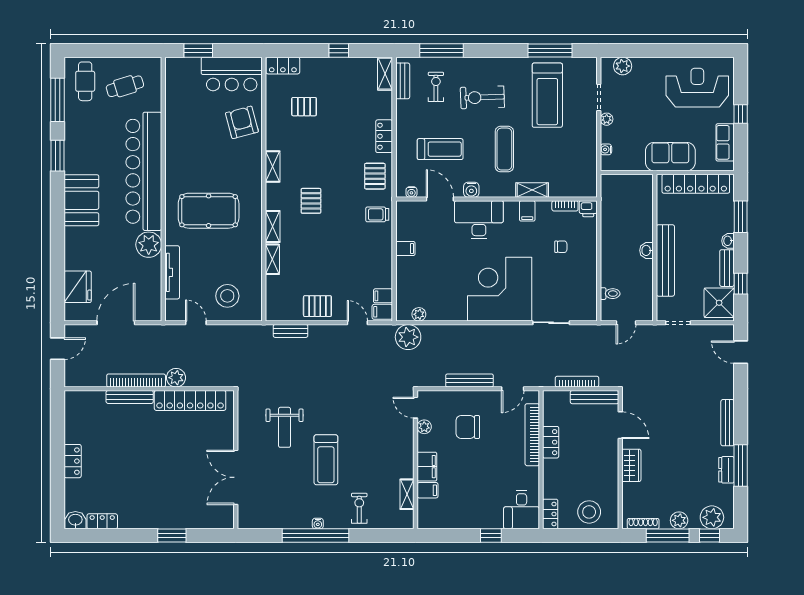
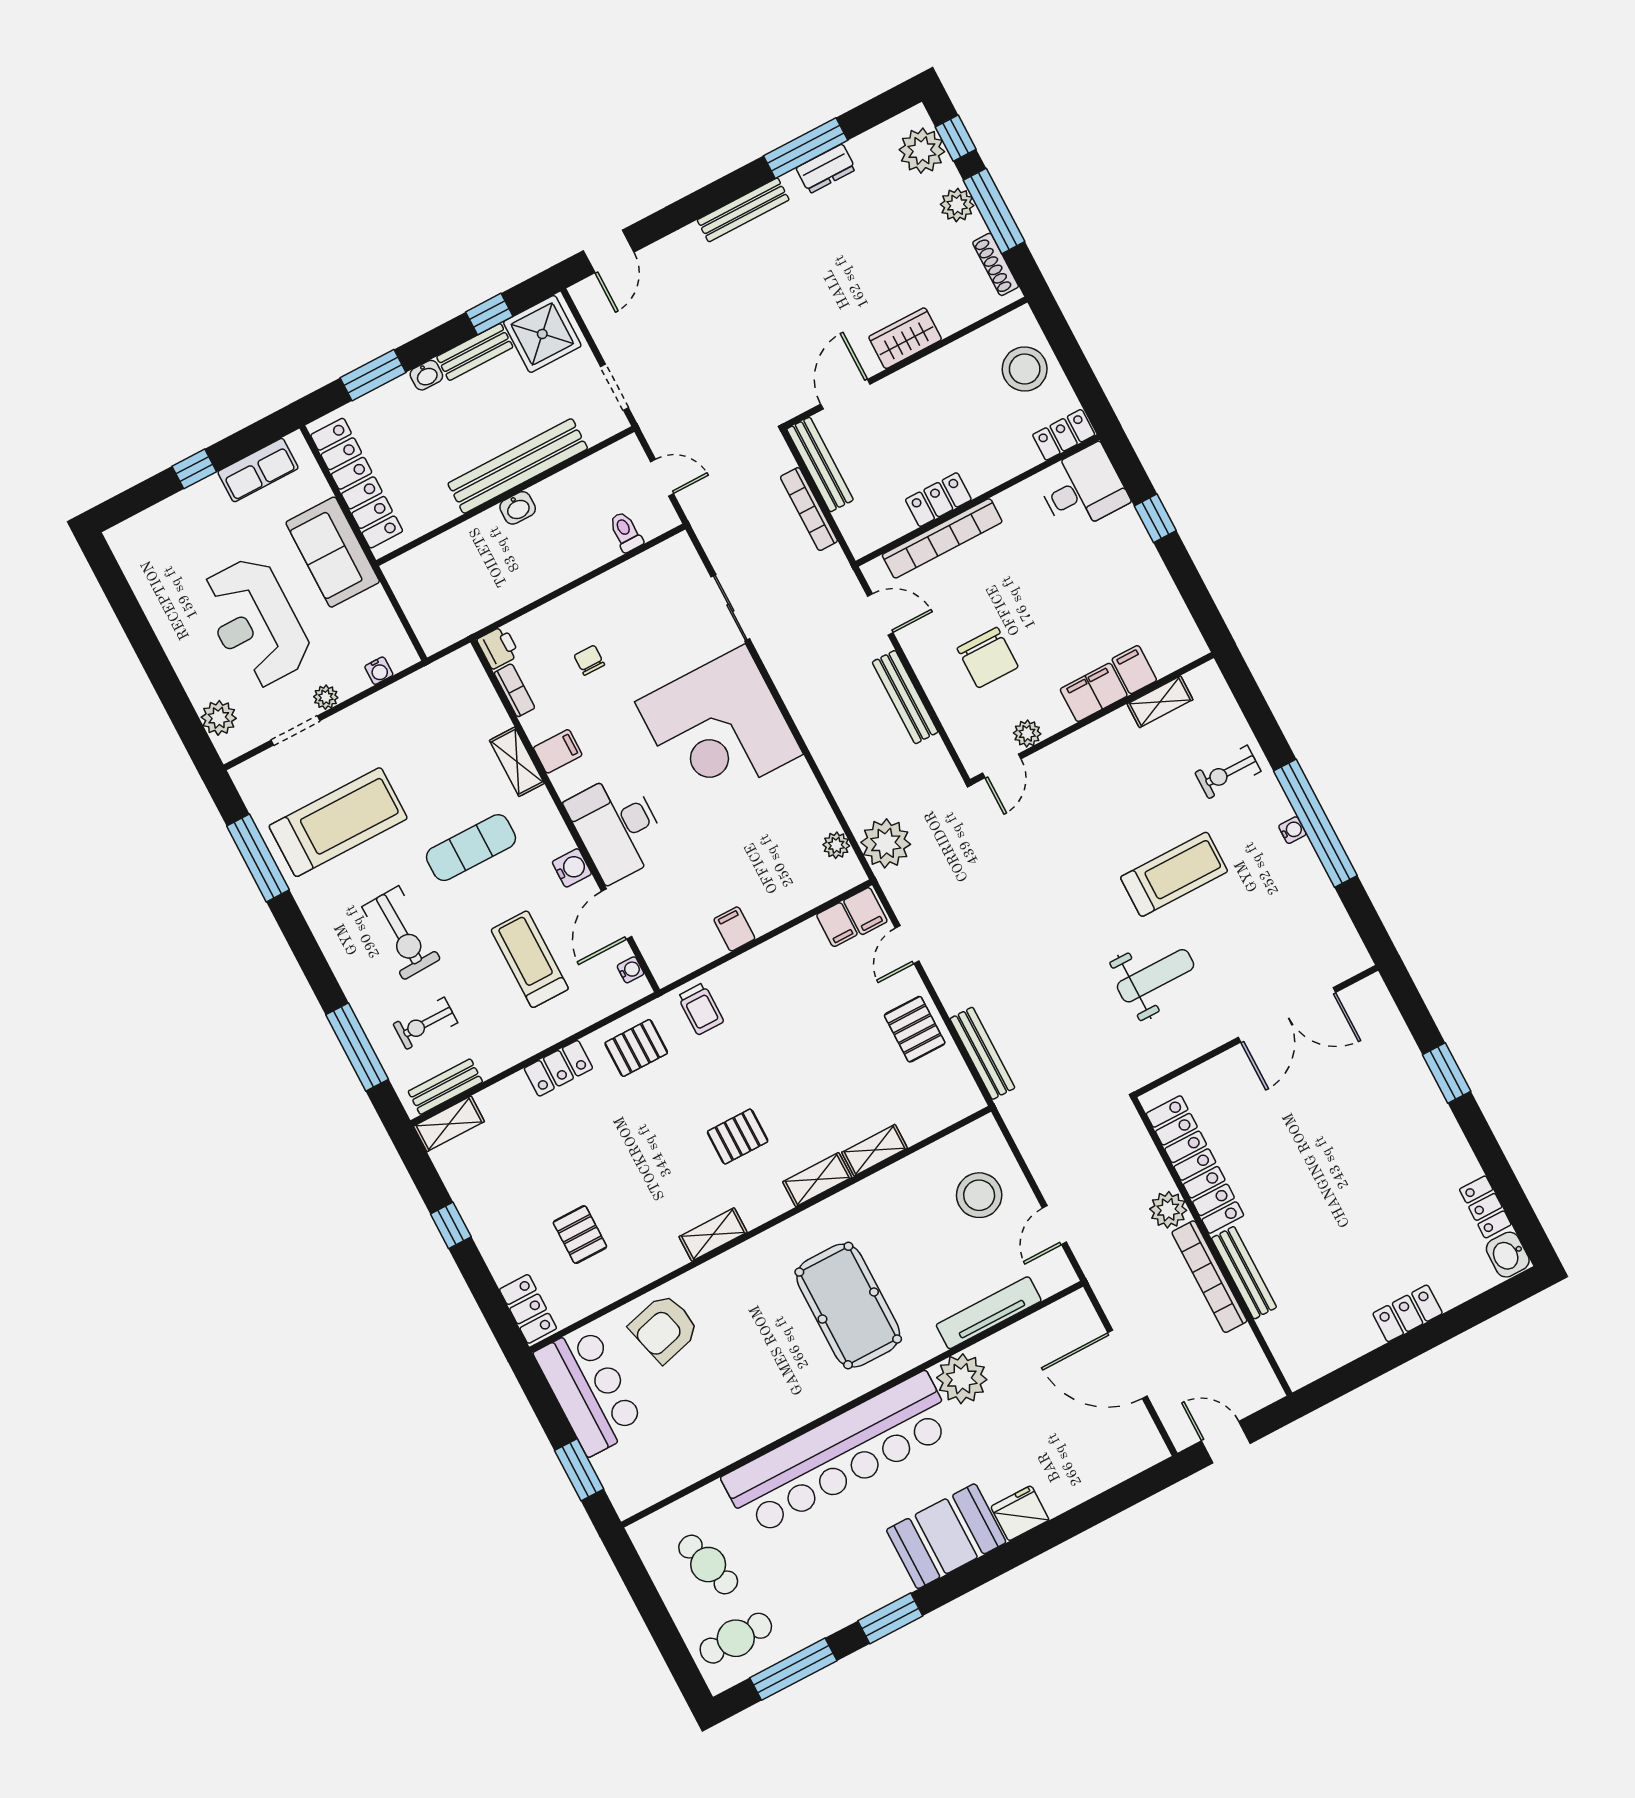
reception desk: (697, 88) -> (255, 623), moved
fridge: (78, 287) -> (1020, 1513), moved, width x0.73, depth x0.75
bench: (291, 331) -> (982, 1053), width x1.36

